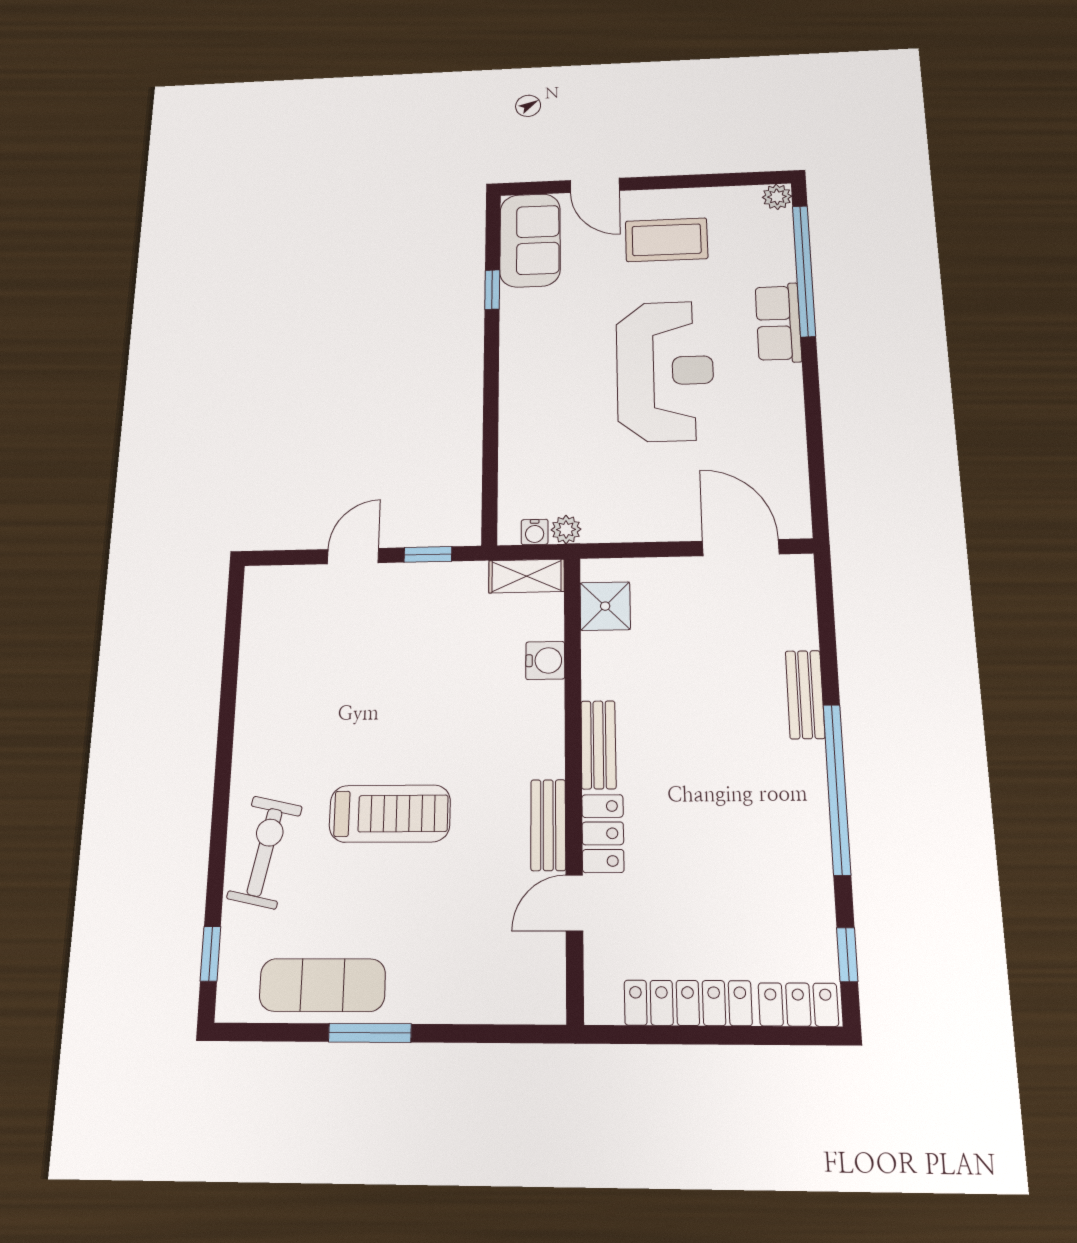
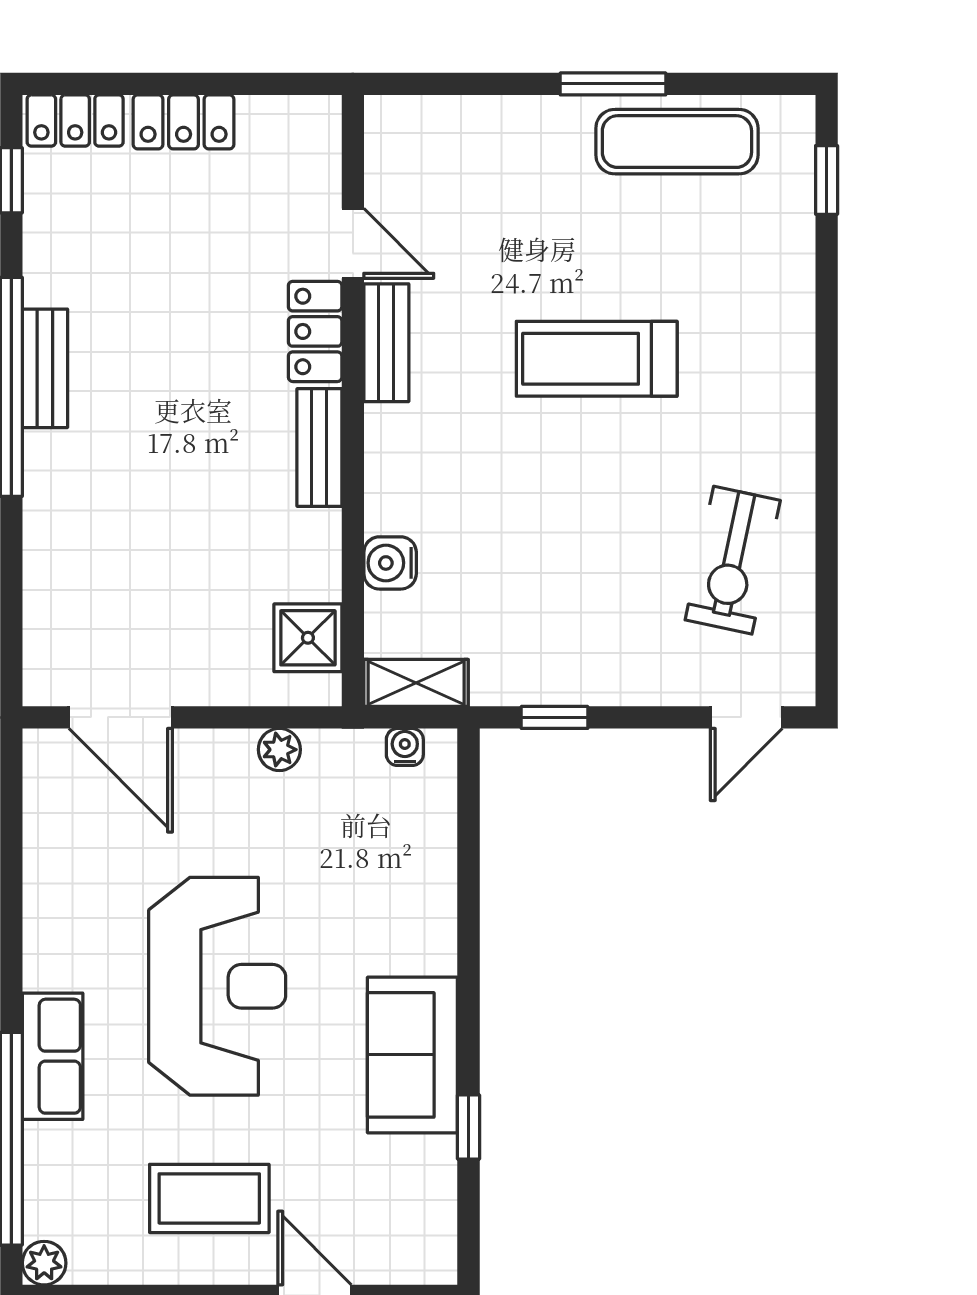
sofa: (530, 240) -> (412, 1055), moved
reception desk: (665, 371) -> (217, 986), turned 180
plant: (566, 529) -> (279, 750), moved
door: (353, 556) -> (746, 717), moved
bench: (805, 694) -> (45, 368), moved
exercise bike: (265, 852) -> (733, 560), moved
door: (574, 903) -> (353, 243), hinge flipped
locker: (688, 1003) -> (184, 122), width x0.66

